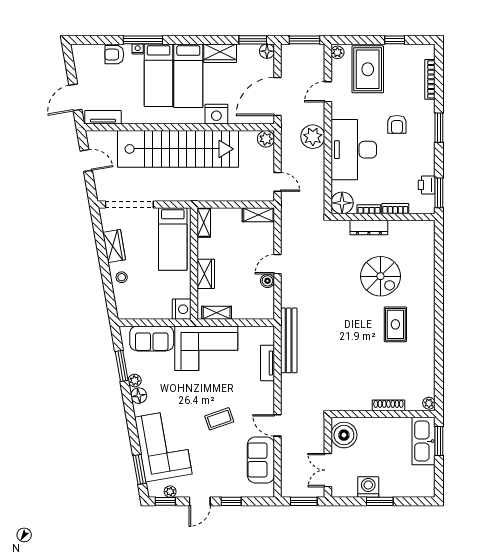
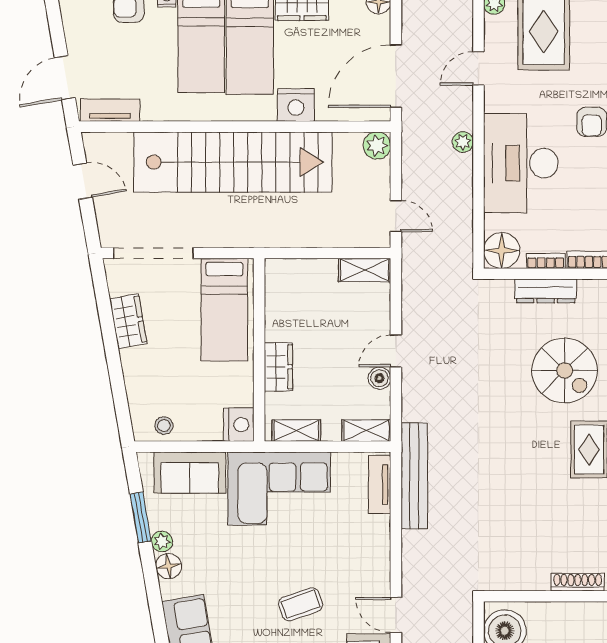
plant: (313, 137) -> (463, 142), width x0.53, depth x0.53
shelving: (204, 222) -> (366, 430), moved, turned 90
stool: (122, 277) -> (164, 426), moved
tv unit: (267, 363) -> (380, 484), moved

